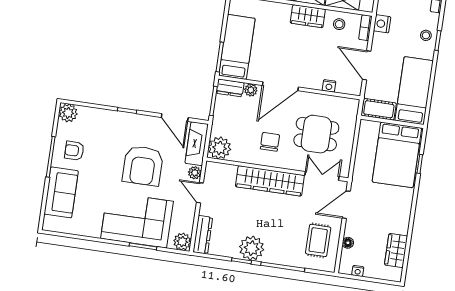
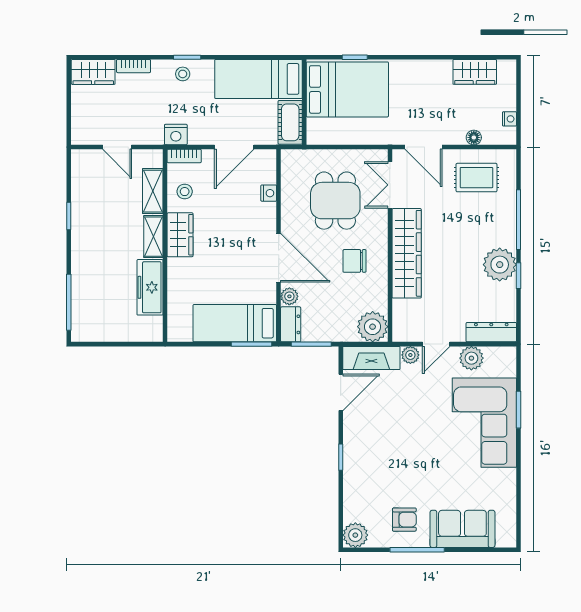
armchair: (74, 151) -> (404, 520), turned -90
armchair: (143, 166) -> (411, 425), removed
plant: (182, 242) -> (471, 358), moved

